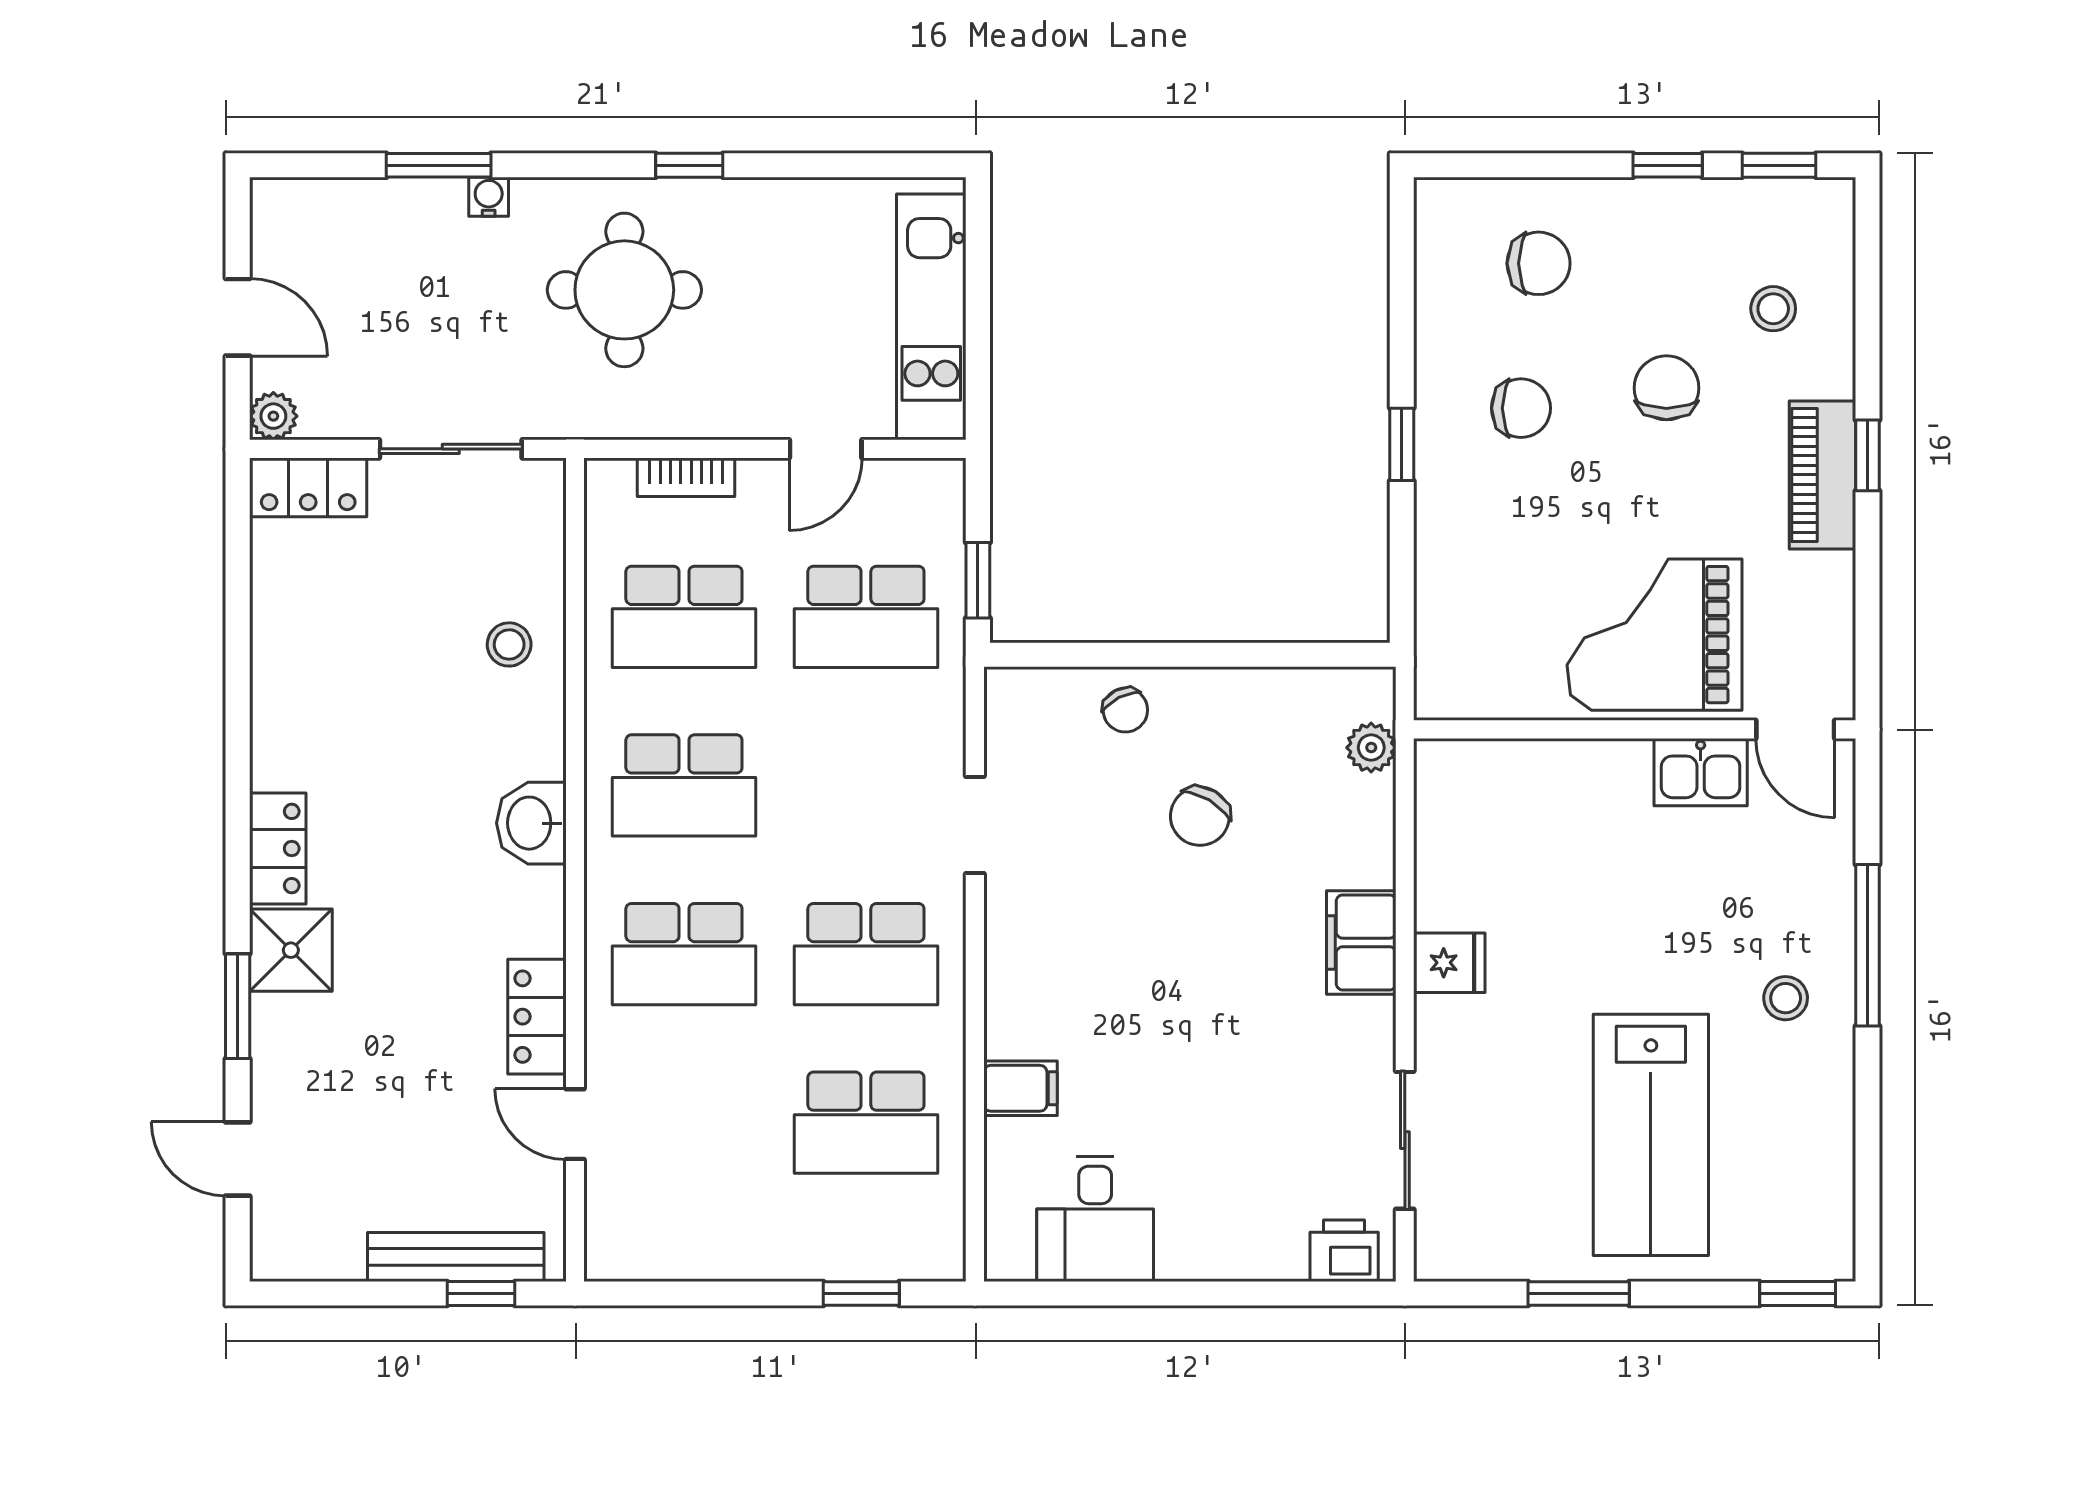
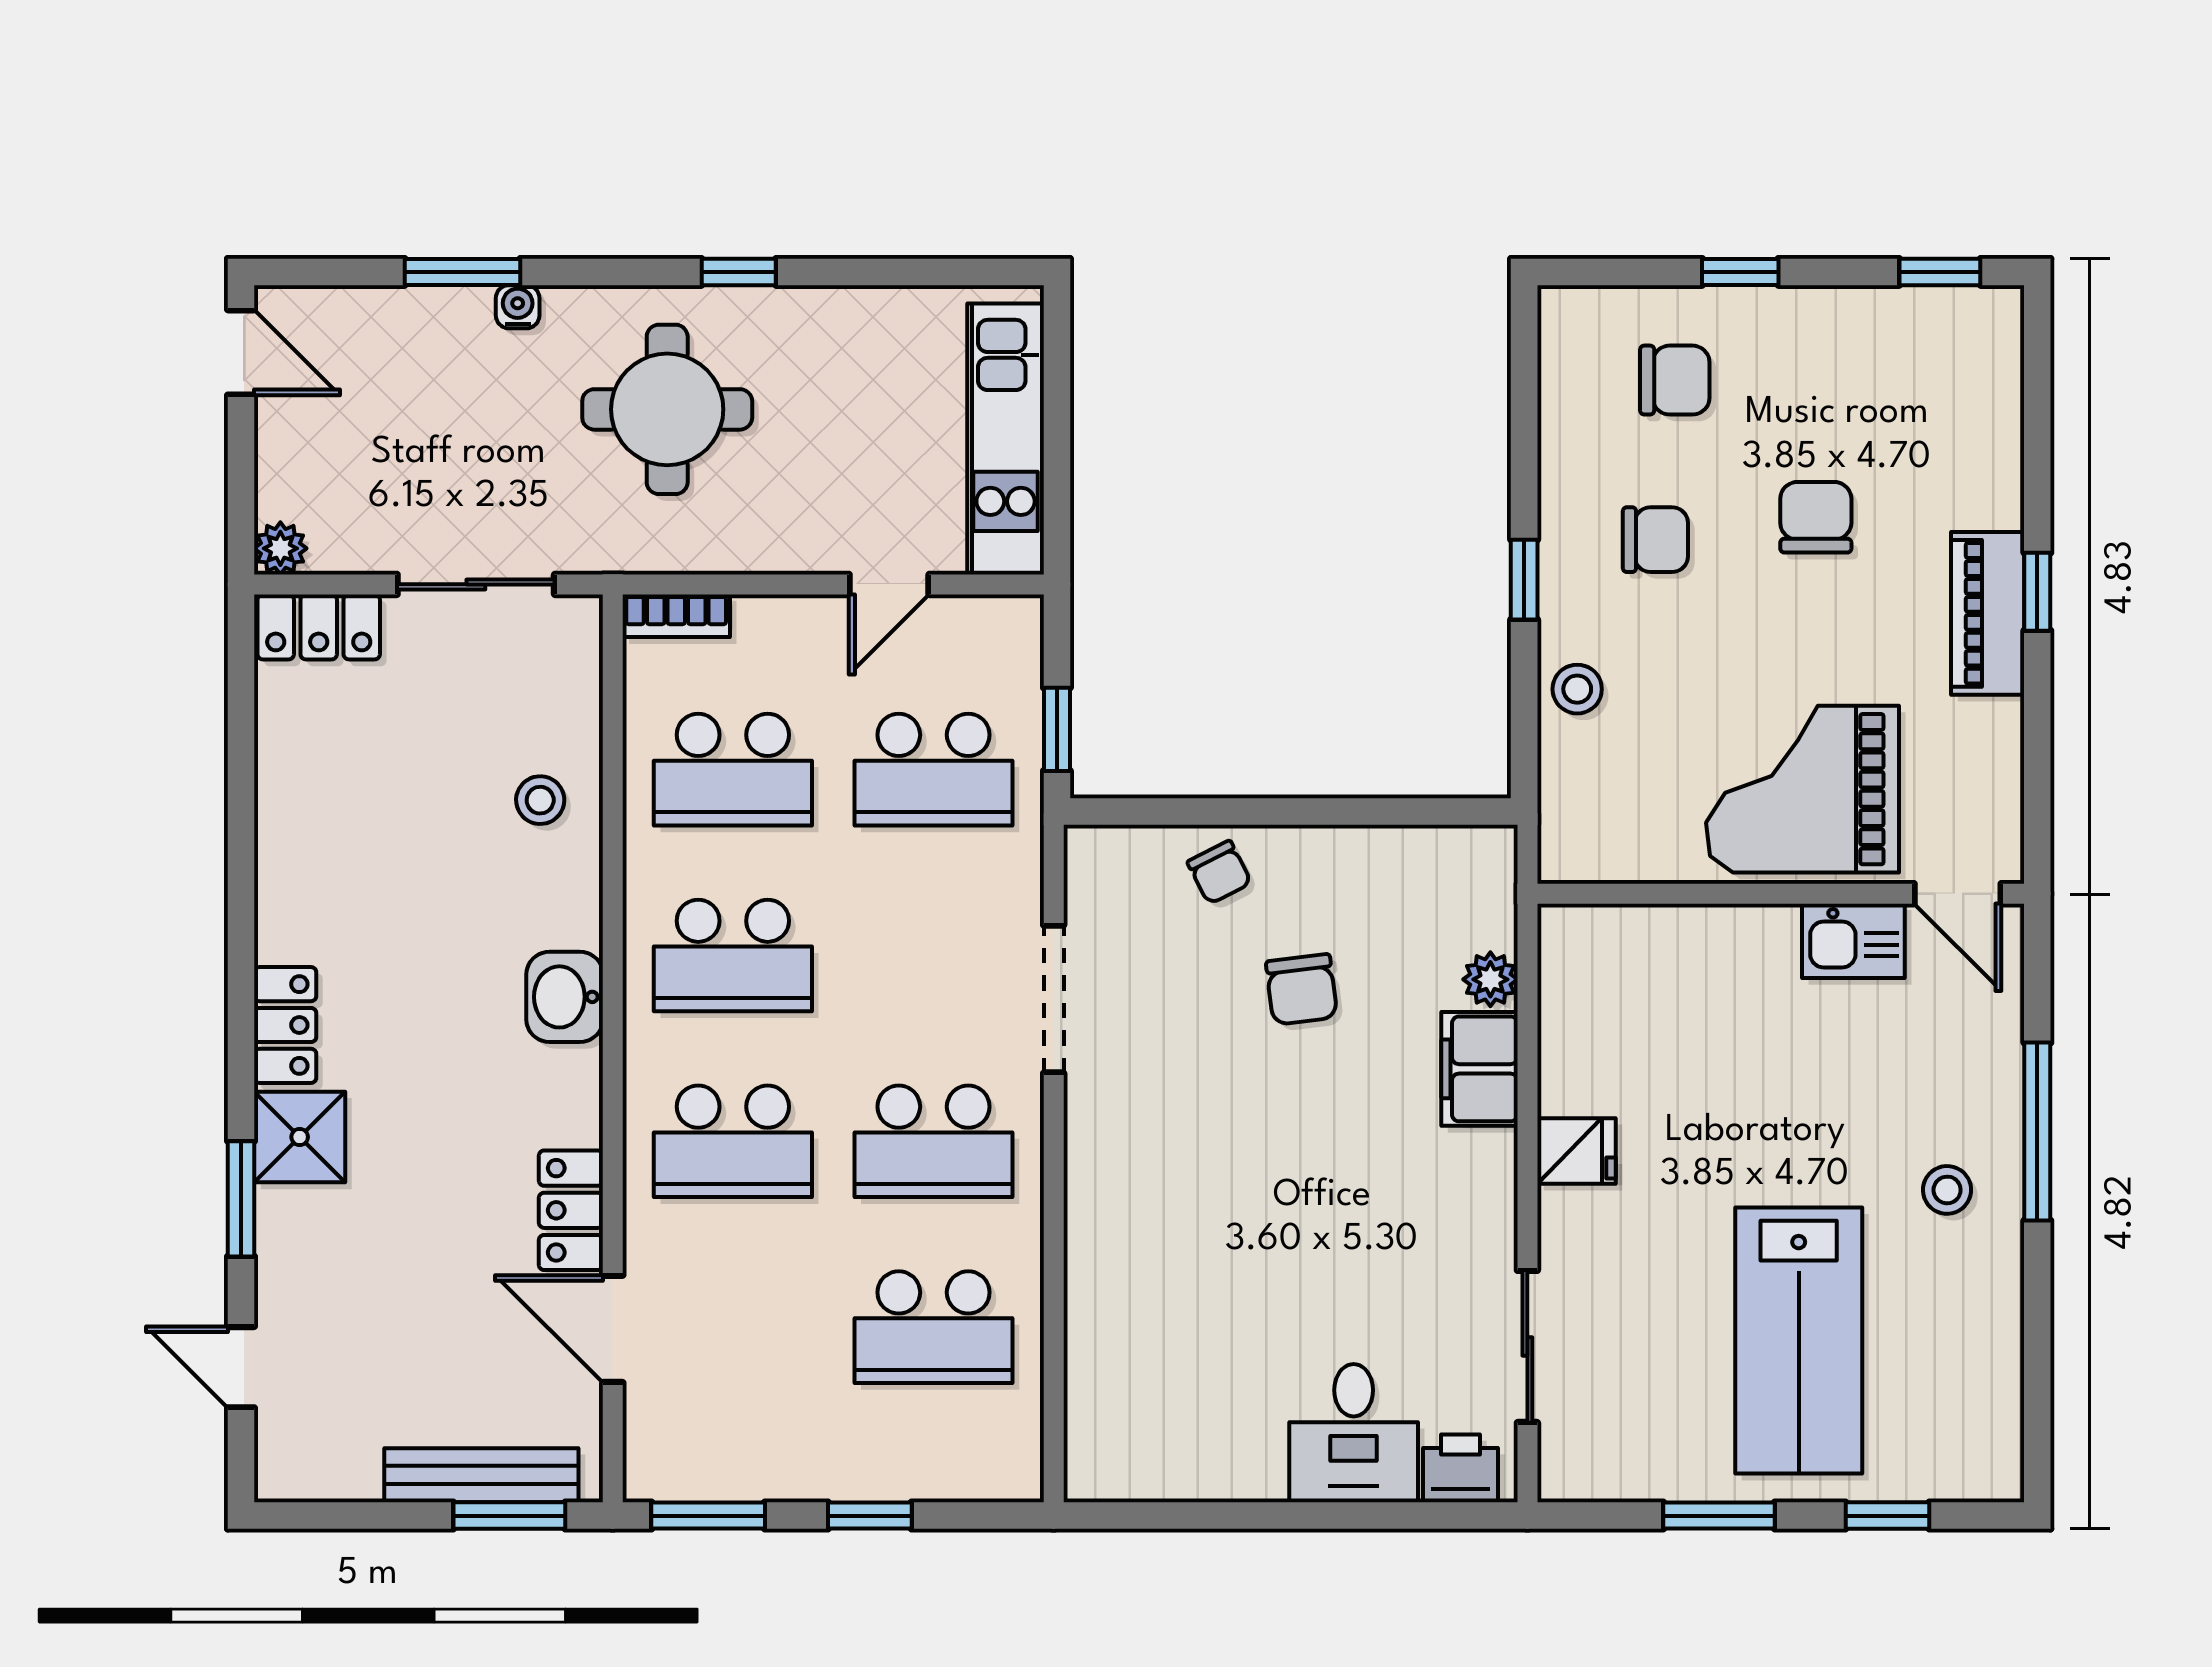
window: (1668, 165) -> (1740, 272), moved
stool: (1773, 309) -> (1577, 689), moved
door: (238, 317) -> (241, 352), moved
bookcase: (686, 477) -> (676, 616), moved
plant: (1371, 748) -> (1490, 979), moved
chair: (1200, 816) -> (1302, 989), turned -38
doorway: (975, 825) -> (1054, 999), width x1.38
filing cabinet: (1361, 942) -> (1479, 1069), moved
filing cabinet: (1020, 1088) -> (1104, 1289), removed
door: (575, 1124) -> (613, 1329), width x1.38
desk: (1095, 1219) -> (1354, 1433), moved
window: (481, 1294) -> (509, 1516), width x1.50
window: (661, 1294) -> (708, 1516), added
window: (861, 1294) -> (870, 1516), moved
window: (1798, 1294) -> (1887, 1516), moved

